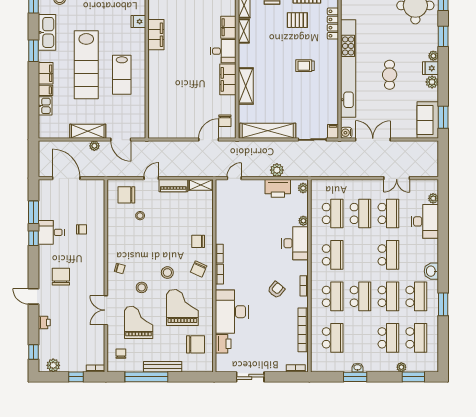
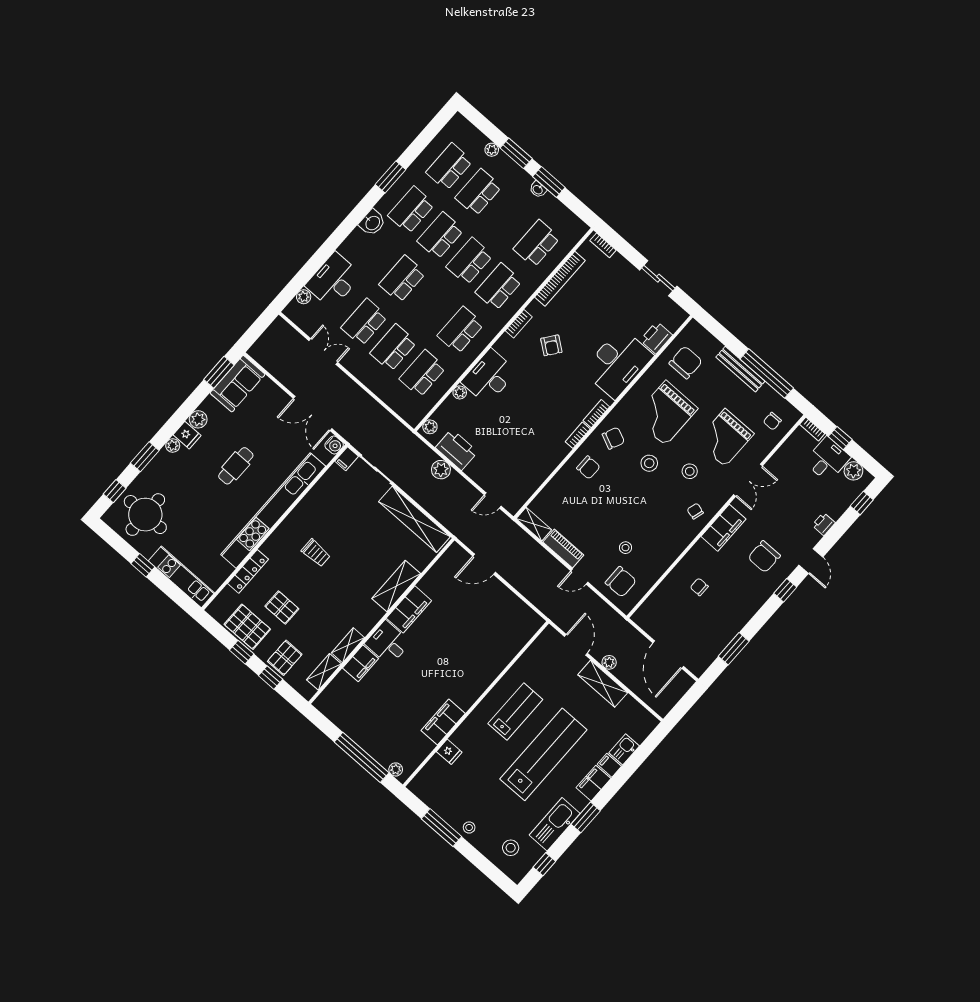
chair: (225, 121) -> (450, 569), removed
desk: (51, 232) -> (827, 459), moved, turned -90
window: (34, 238) -> (785, 590), moved
filing cabinet: (97, 273) -> (724, 528), added
armchair: (276, 290) -> (551, 345), turned -93
chair: (196, 344) -> (686, 362), turned 90
window: (413, 377) -> (516, 153), moved

